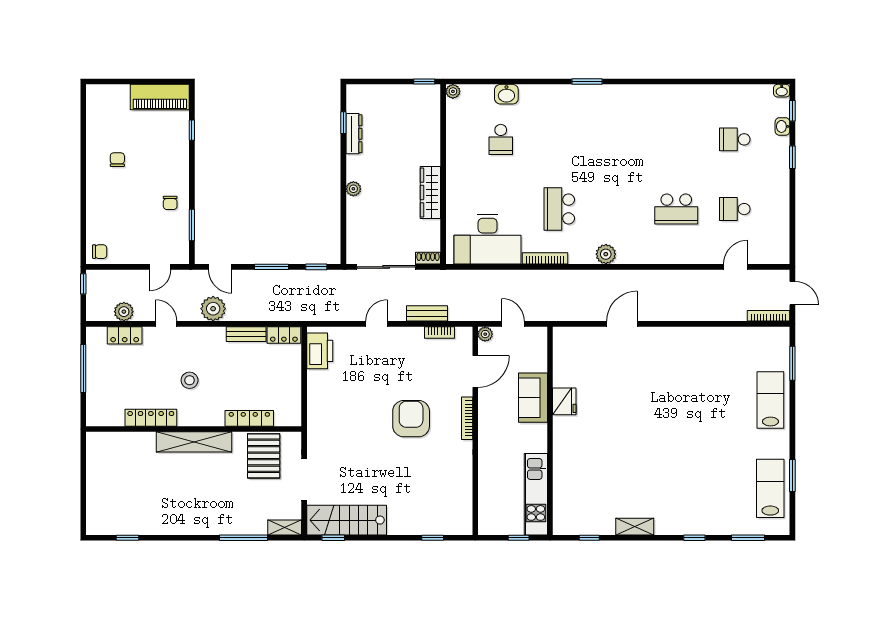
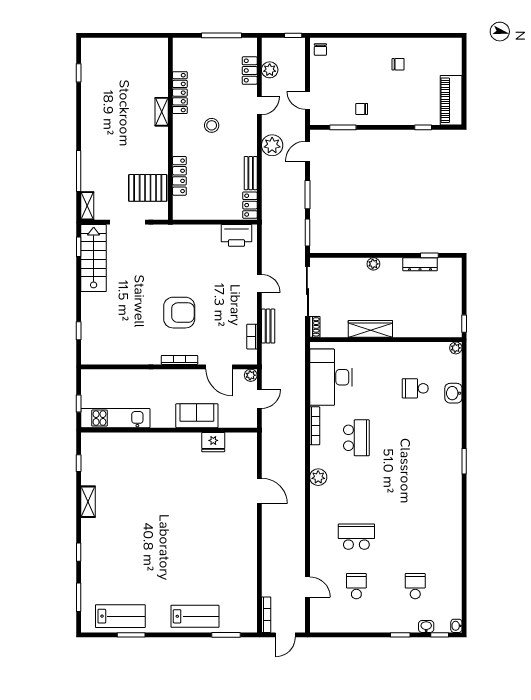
school desk: (559, 209) -> (356, 438), turned 90
school desk: (676, 209) -> (356, 537), turned 90
window: (316, 267) -> (307, 233), width x1.50
fridge: (564, 401) -> (213, 442), moved
shelving: (194, 442) -> (162, 112), width x0.45, depth x0.75

